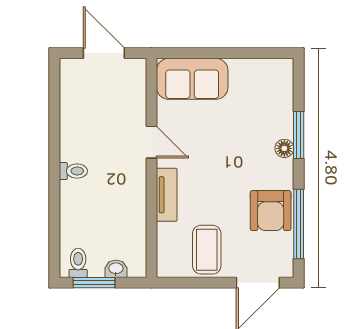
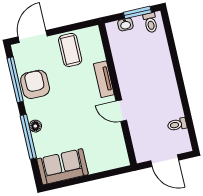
sofa: (192, 79) -> (62, 167), moved
window: (299, 135) -> (28, 137), width x1.44
toilet: (73, 171) -> (177, 124), moved

